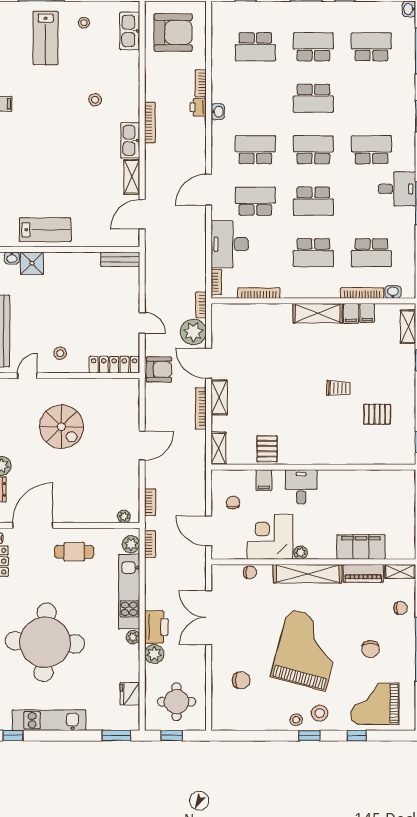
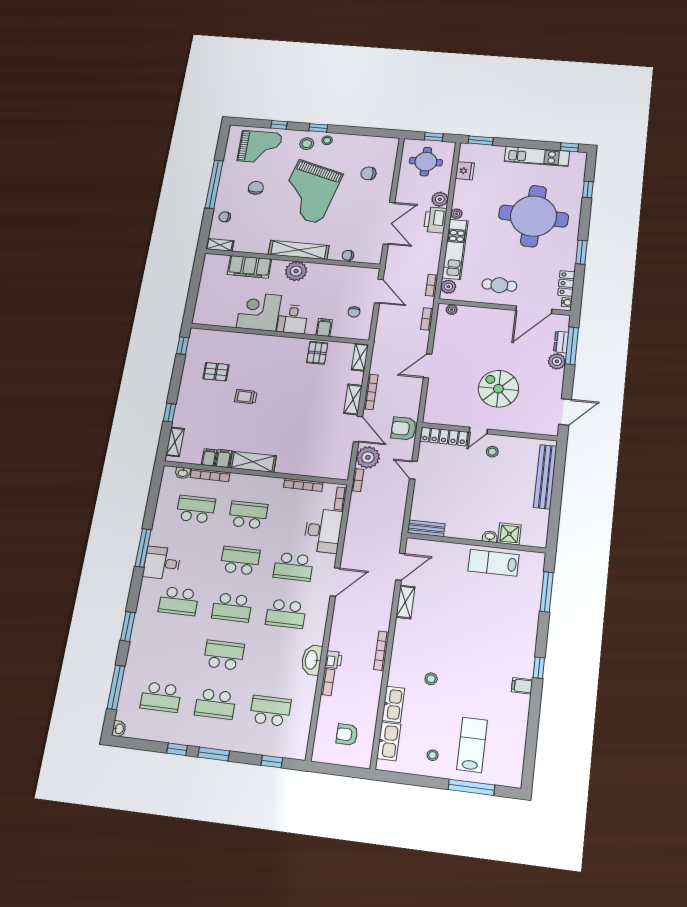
armchair: (173, 32) -> (347, 735), width x0.53, depth x0.53
washbasin: (218, 112) -> (312, 660), width x1.91, depth x1.45
kitchen sink: (130, 140) -> (393, 704), moved
washbasin: (12, 258) -> (490, 537), moved
door: (27, 376) -> (478, 431), moved
corner desk: (270, 537) -> (259, 312), moved, turned 180
plant: (301, 553) -> (296, 271), width x1.87, depth x1.87
piano: (363, 573) -> (251, 246), removed

